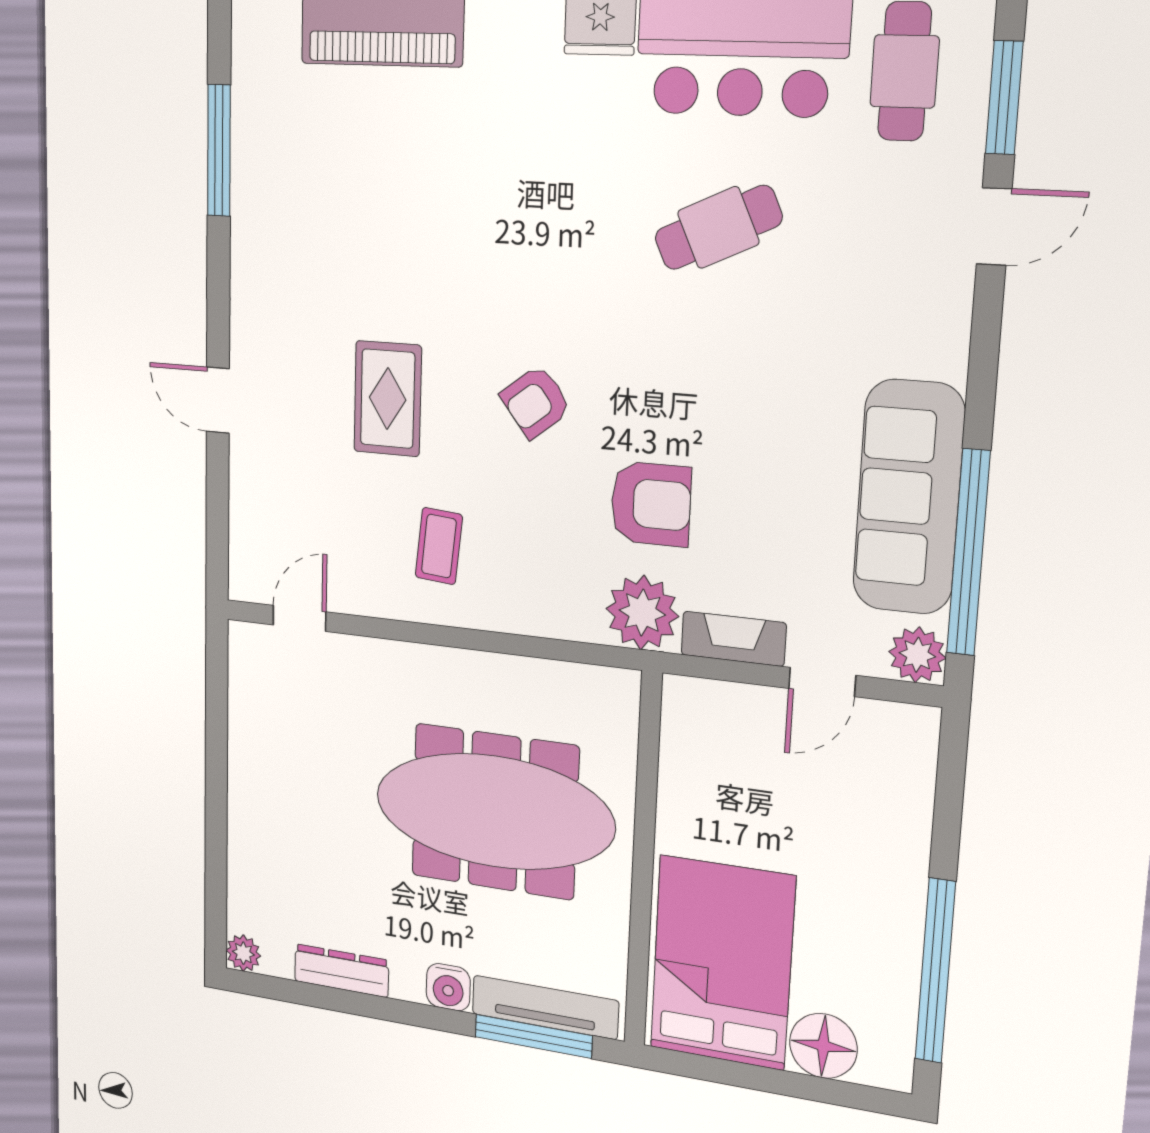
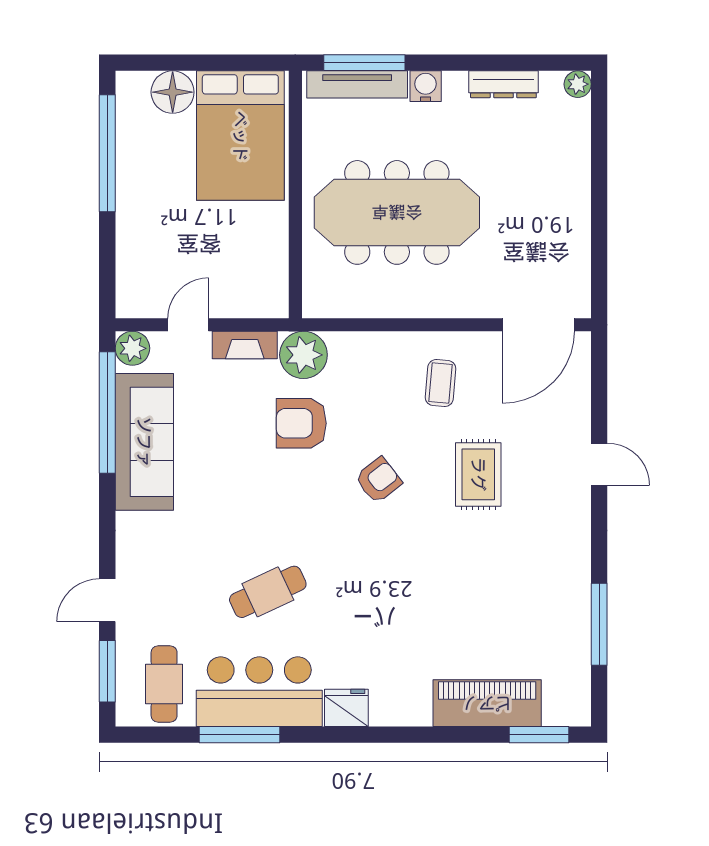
door: (299, 618) -> (538, 325), width x1.88

